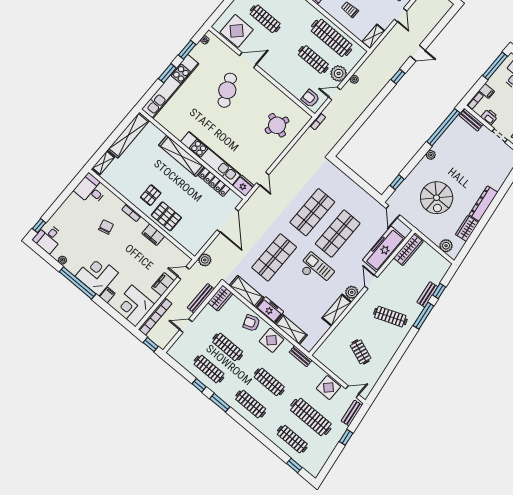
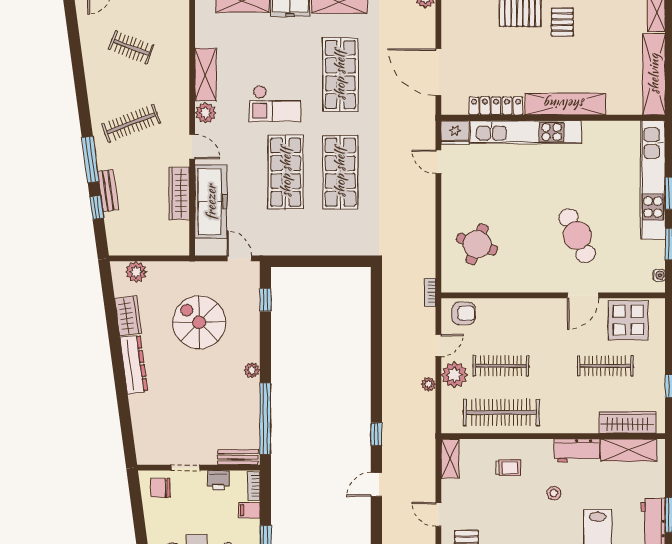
wardrobe: (408, 250) -> (179, 193), moved

